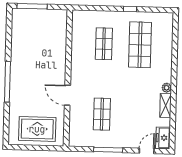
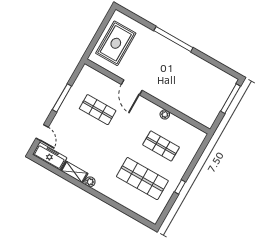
plant: (75, 55) -> (165, 115), added
door: (67, 95) -> (132, 87), swing flipped
freezer: (163, 138) -> (50, 156), width x1.40

